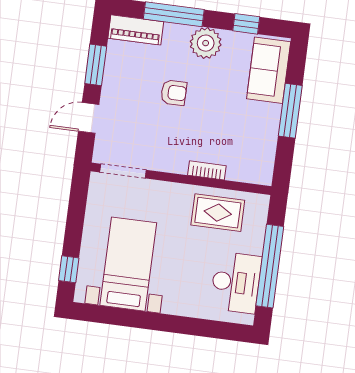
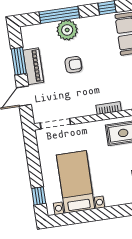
piano: (136, 30) -> (33, 66), moved, turned -90
plant: (206, 43) -> (67, 30), moved

